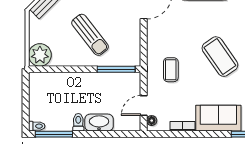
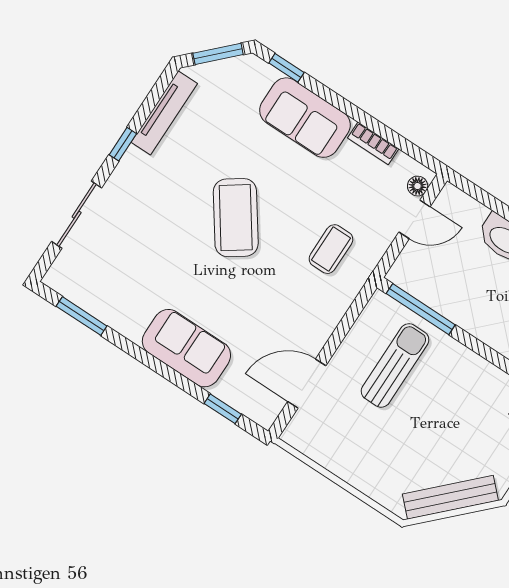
sun lounger: (90, 35) -> (395, 365), moved, turned 38

